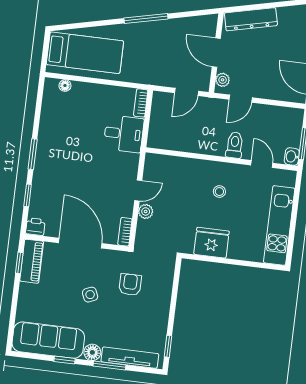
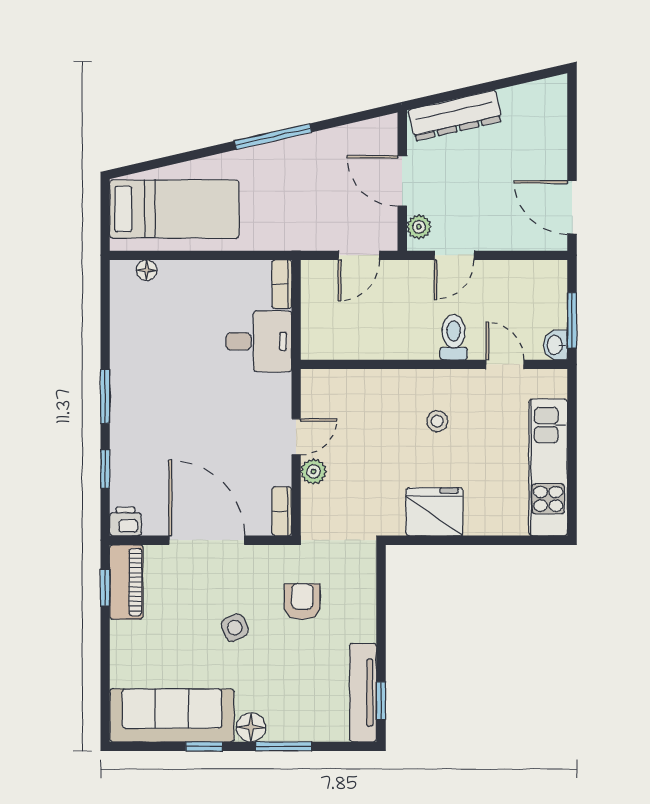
tv unit: (130, 358) -> (363, 693), moved, turned -90

